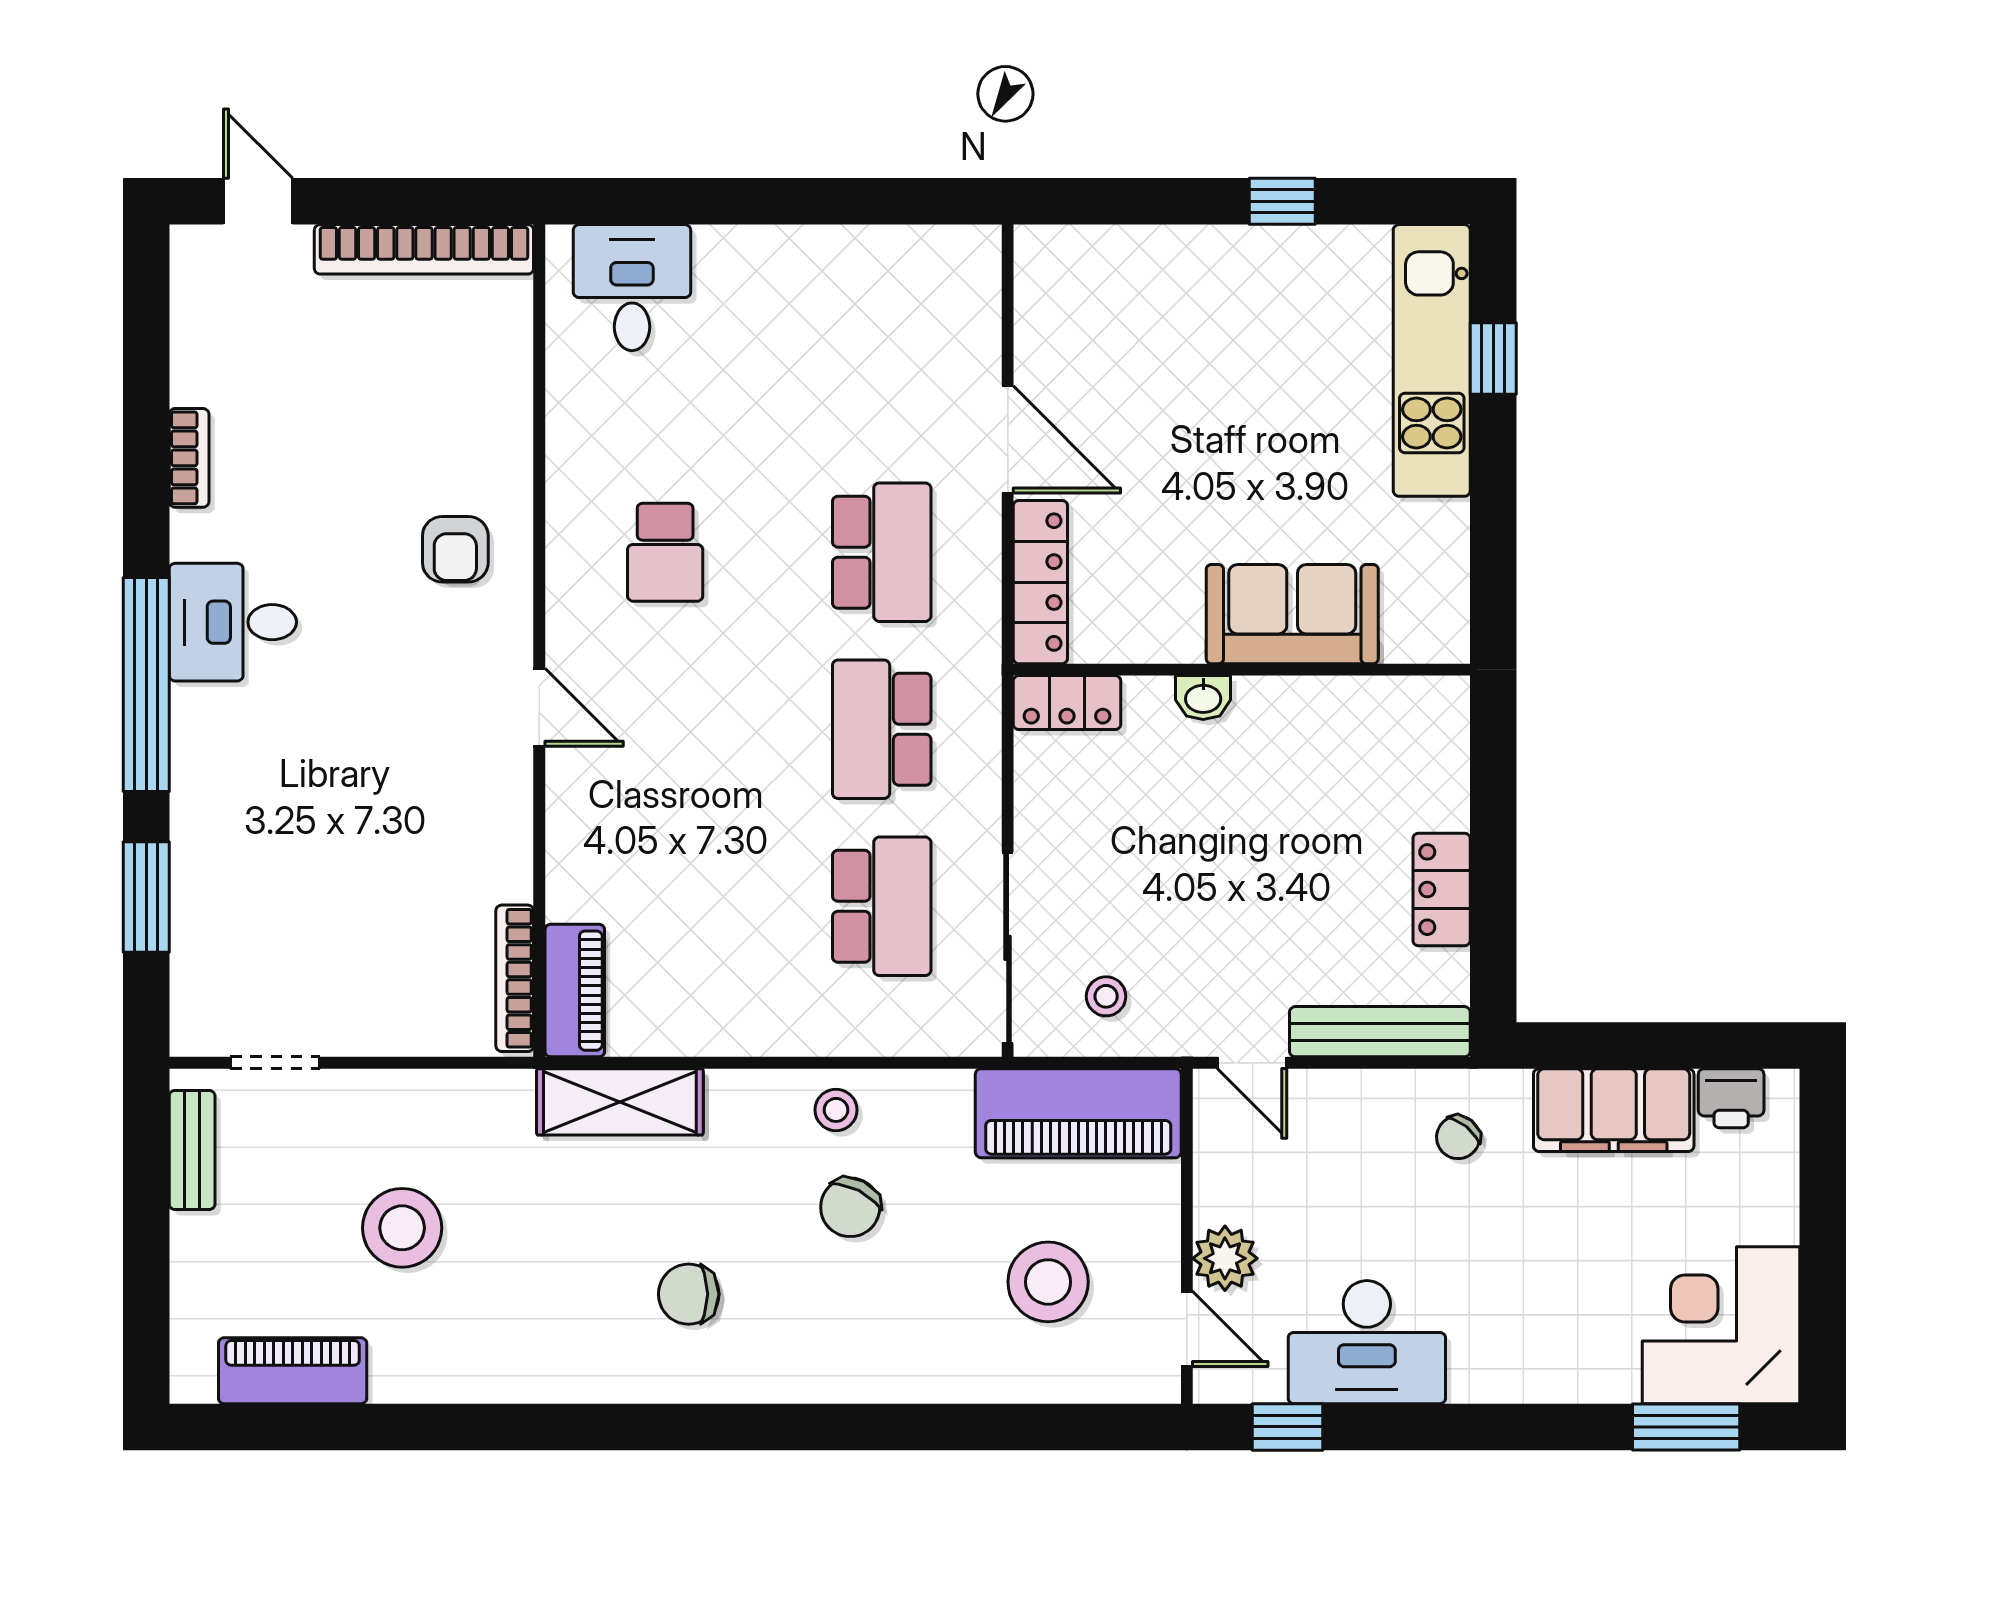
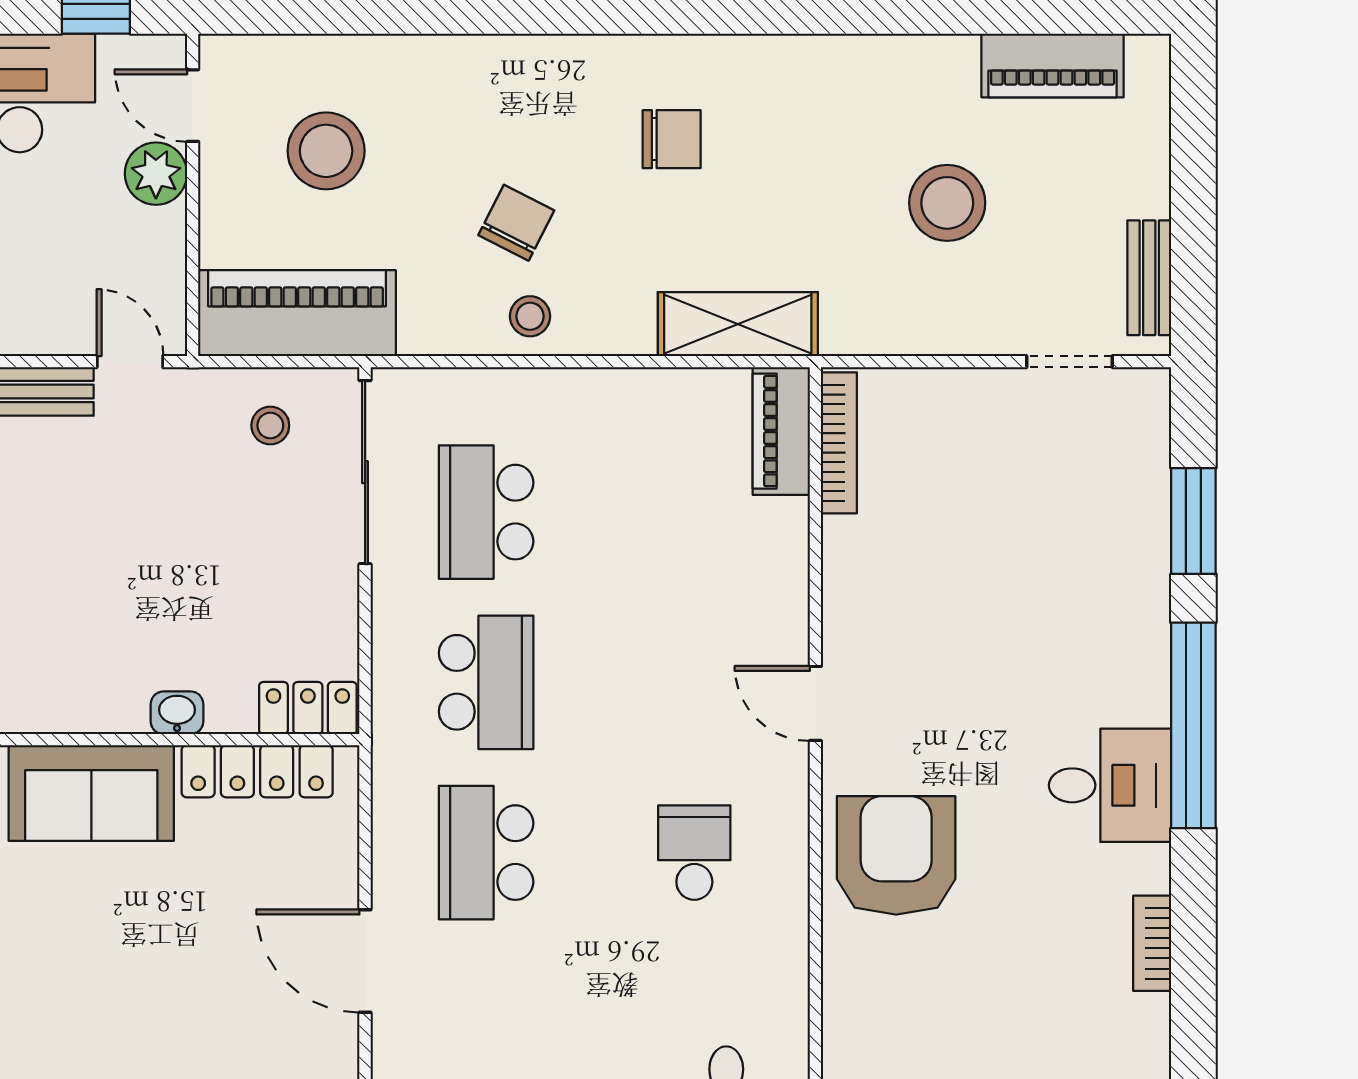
armchair: (455, 549) -> (896, 855), width x1.88, depth x1.88
locker: (1040, 582) -> (257, 771), moved, turned -90

